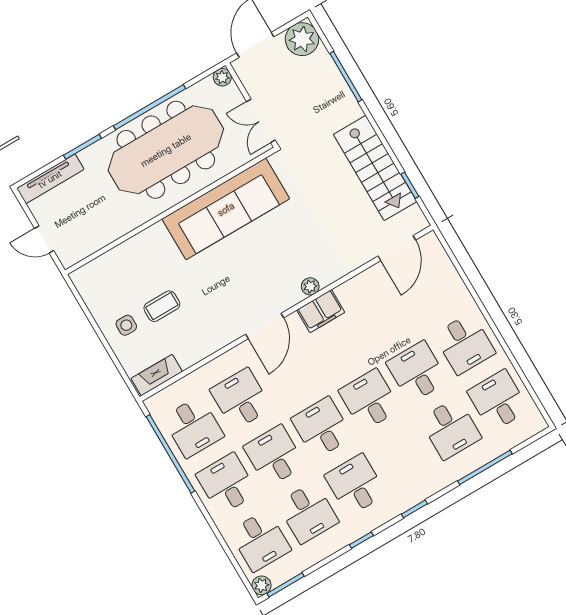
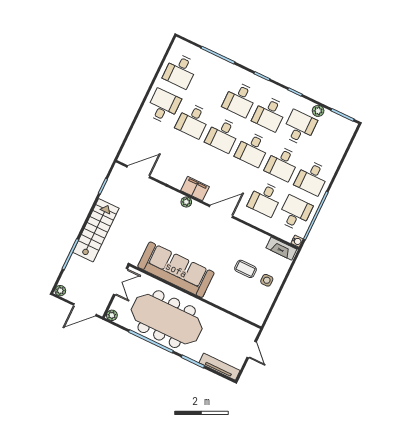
plant: (302, 39) -> (60, 291), width x0.53, depth x0.53
stairs: (375, 168) -> (96, 230), moved
water cooler: (152, 404) -> (297, 241), added
desk: (451, 429) -> (240, 99), moved, turned 180
desk: (260, 541) -> (329, 142), removed
plant: (261, 585) -> (318, 111), moved

